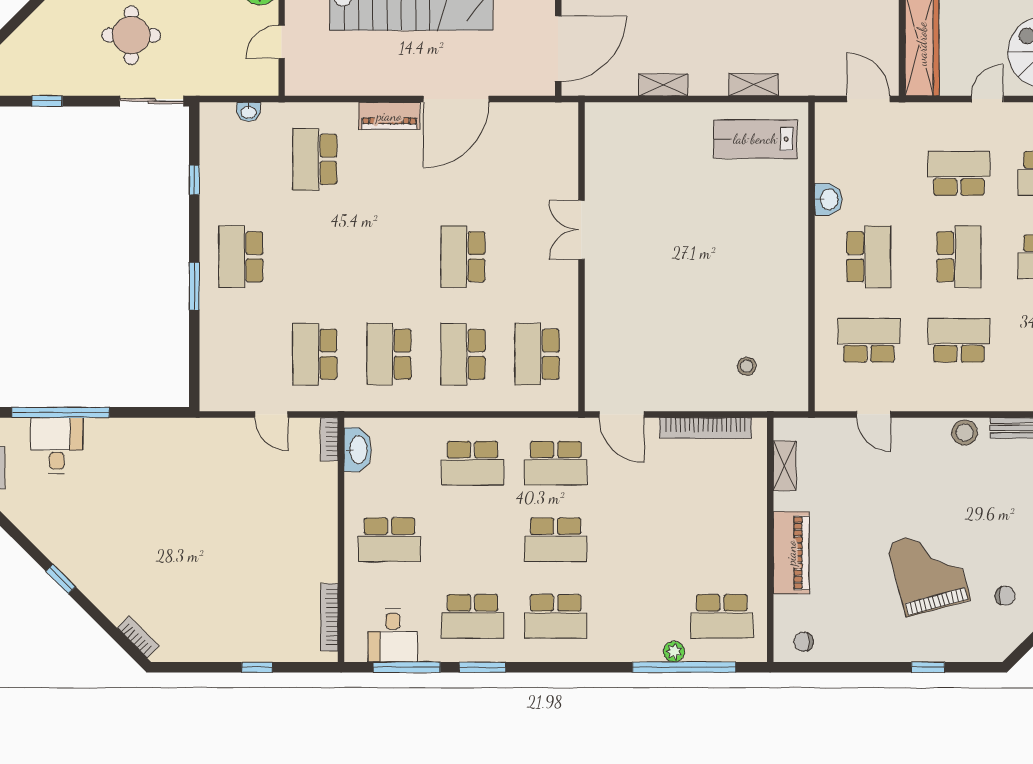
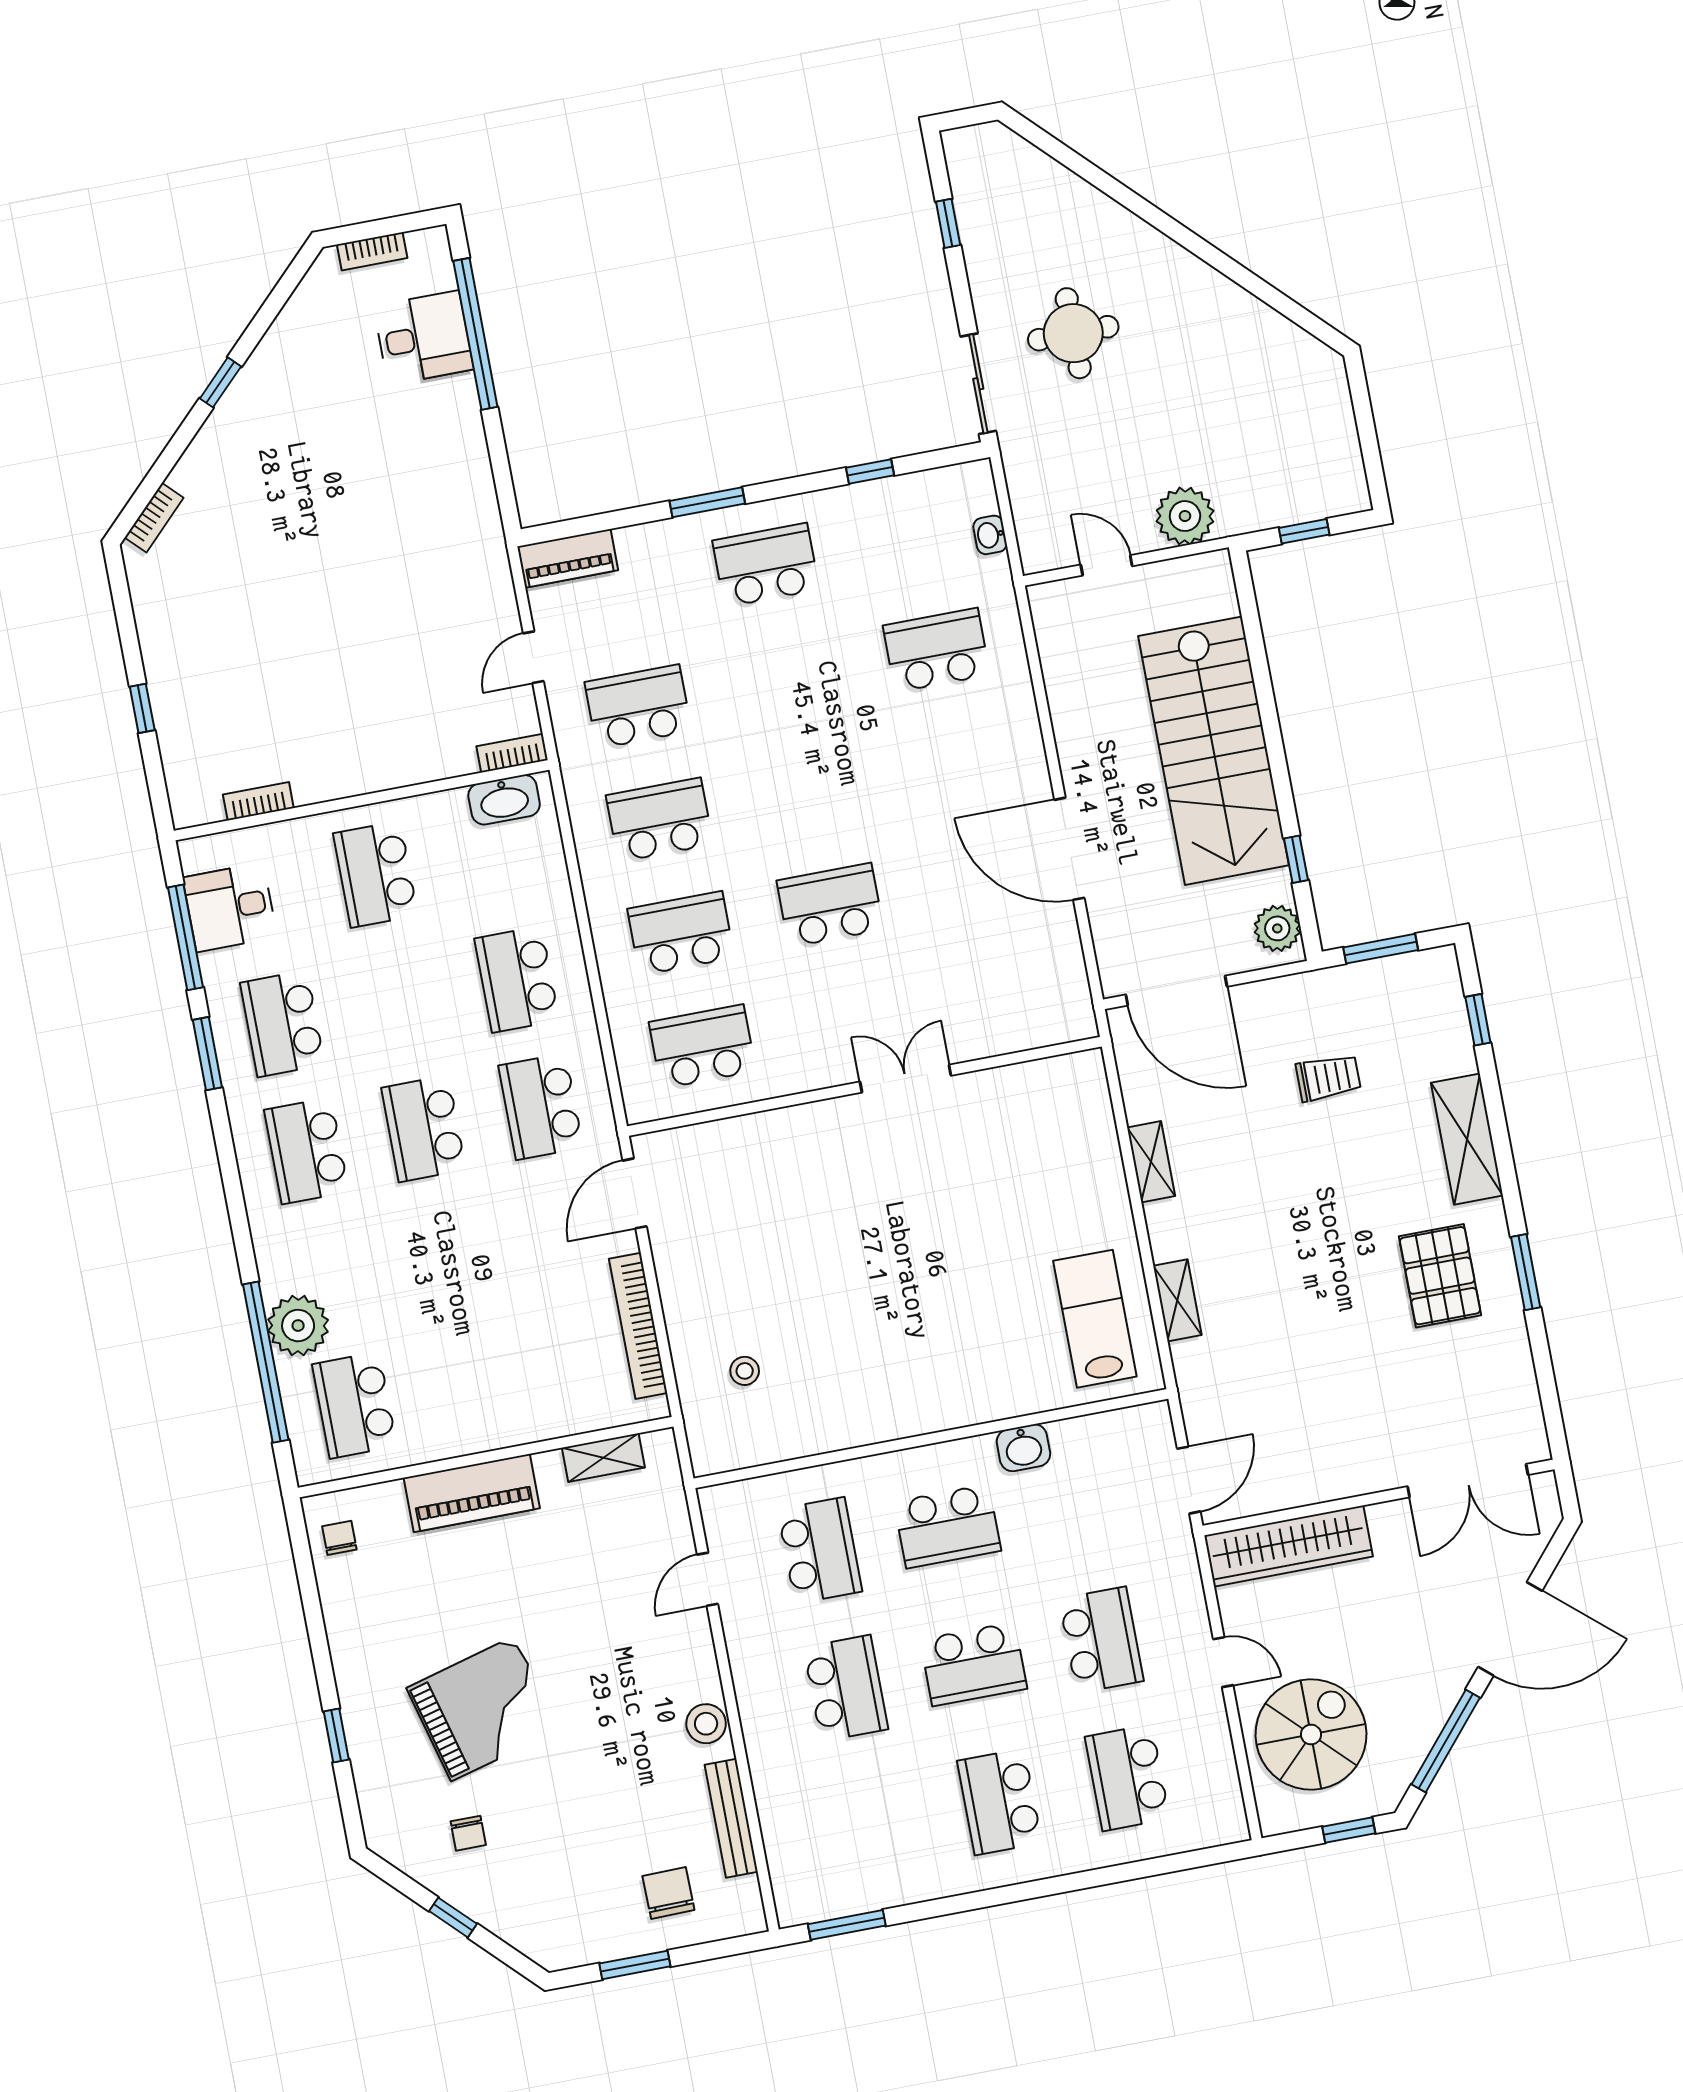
piano: (389, 116) -> (568, 558), moved, turned -90
bookcase: (329, 617) -> (258, 801), width x0.64
plant: (674, 652) -> (298, 1326), width x1.88, depth x1.88

